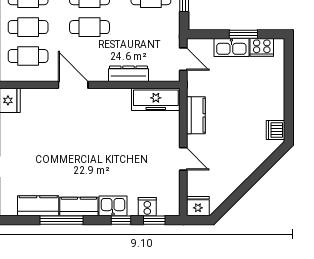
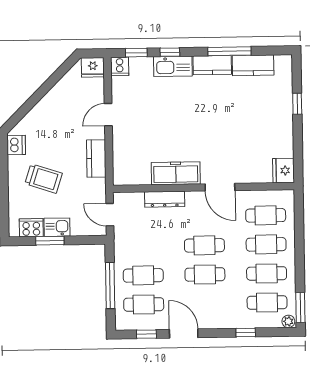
kitchen sink: (231, 48) -> (57, 227), width x0.73
trolley: (249, 96) -> (43, 179), added
freezer: (156, 99) -> (176, 173), moved
door: (183, 159) -> (108, 115), hinge flipped
kitchen sink: (113, 206) -> (173, 66), width x1.38
cooker: (147, 207) -> (120, 66), moved

